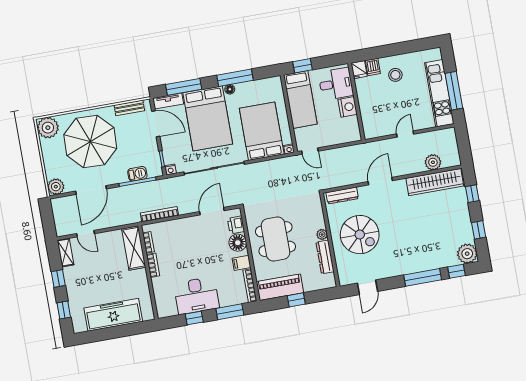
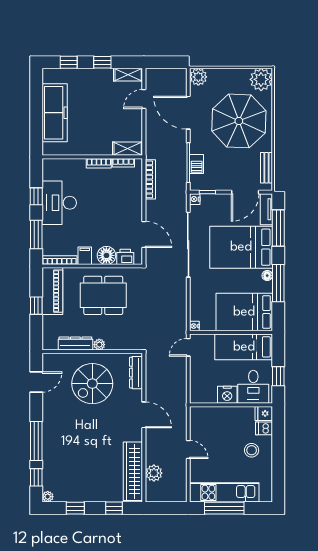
window: (302, 66) -> (278, 376), moved
bed: (262, 131) -> (244, 312), moved, turned 180
shelving: (134, 248) -> (128, 149), width x0.67, depth x0.75
plant: (467, 254) -> (48, 497), width x0.53, depth x0.53
door: (368, 287) -> (36, 382), swing flipped

